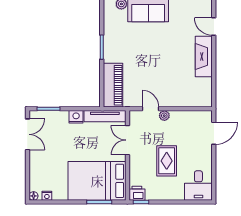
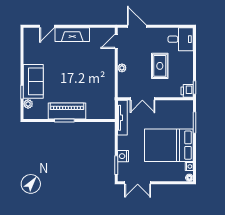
piano: (113, 85) -> (67, 111), moved
door: (150, 109) -> (116, 41), moved
nightstand: (76, 117) -> (123, 156), moved
double door: (27, 134) -> (138, 183), swing flipped
rug: (167, 161) -> (160, 66), turned 90
bed: (97, 181) -> (169, 145), moved, turned 90

